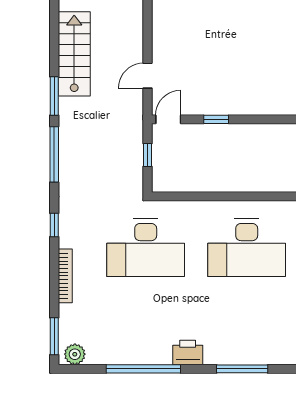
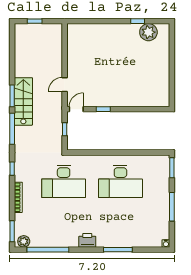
stairs: (74, 54) -> (23, 101), moved
window: (143, 369) -> (48, 250), moved

